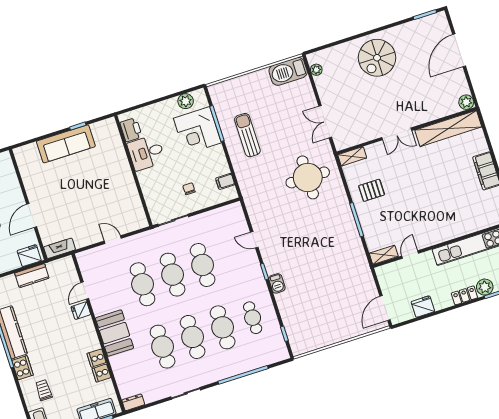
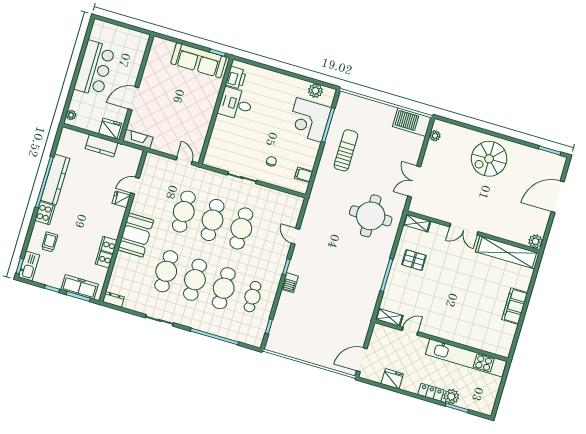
printer: (131, 130) -> (236, 78), moved
desk: (146, 153) -> (236, 104), moved
wall: (133, 171) -> (216, 111), moved

